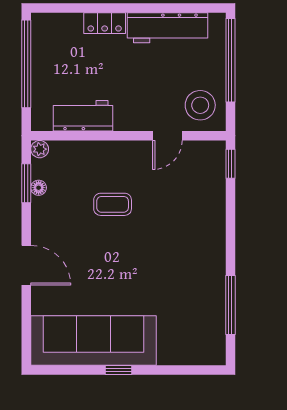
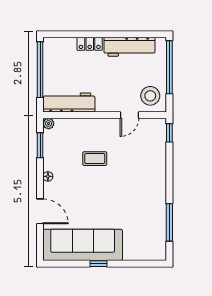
workbench: (83, 116) -> (69, 102), width x1.38
floor lamp: (39, 188) -> (48, 176), moved
door: (26, 265) -> (40, 211), moved

